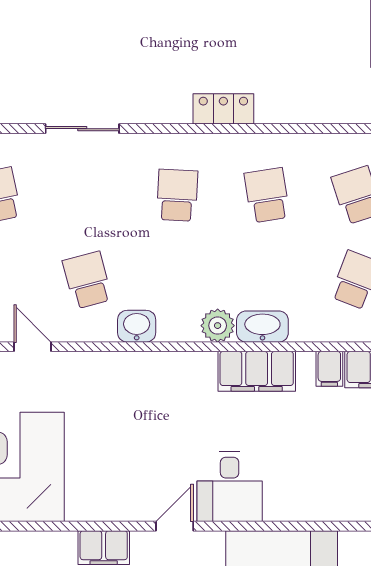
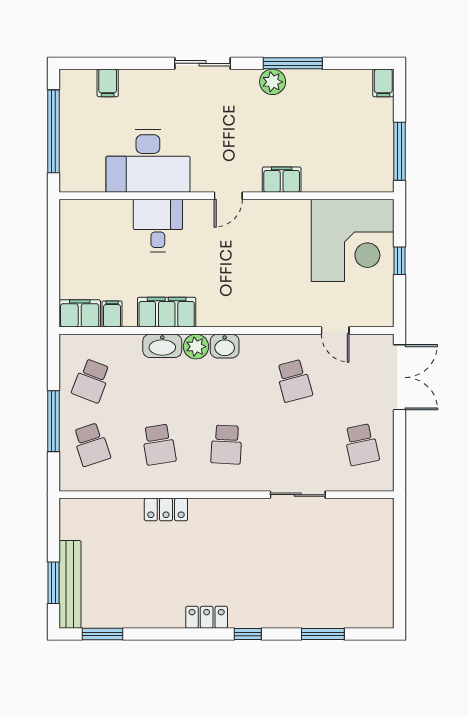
locker: (223, 109) -> (166, 509), moved
washbasin: (137, 326) -> (225, 346), moved
desk: (230, 487) -> (158, 226), moved

